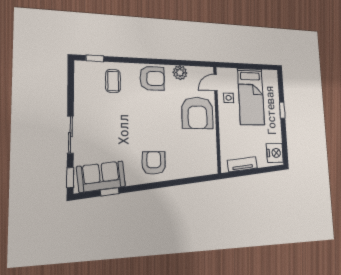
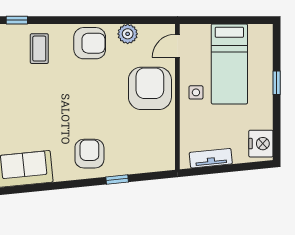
side table: (228, 98) -> (196, 92), moved
armchair: (197, 113) -> (150, 88), turned 180
window: (110, 192) -> (117, 179), moved

